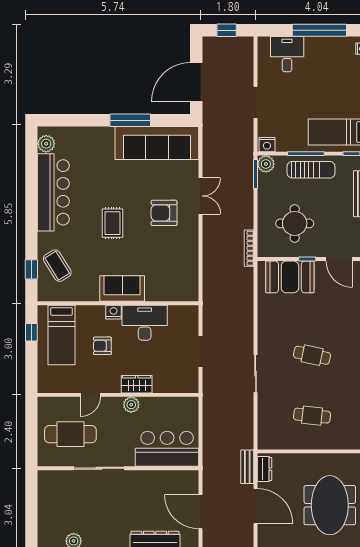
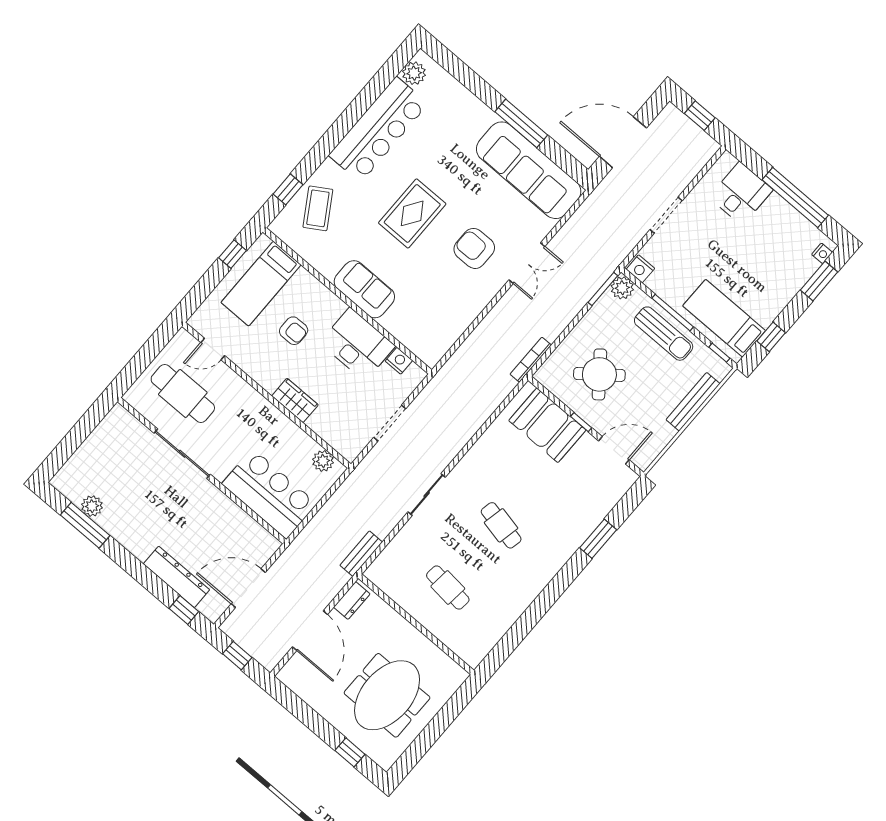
rug: (112, 223) -> (412, 213), width x1.36, depth x1.43
round table: (295, 223) -> (599, 374), turned -38
door: (339, 259) -> (614, 450), swing flipped
nightstand: (113, 312) -> (399, 361), moved
armchair: (102, 346) -> (294, 331), turned 180
door: (90, 395) -> (213, 349), moved
plant: (131, 405) -> (323, 461), moved
bench: (247, 467) -> (361, 554), moved
door: (201, 512) -> (248, 588), hinge flipped

